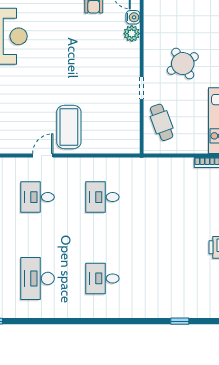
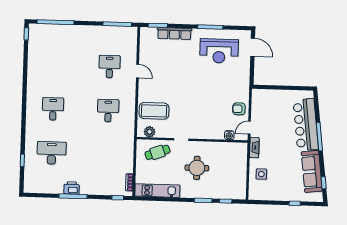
plant: (132, 34) -> (149, 132), moved
round table: (183, 64) -> (197, 168), turned 31
coffee table: (69, 127) -> (154, 111), moved
desk: (37, 278) -> (52, 153), moved

